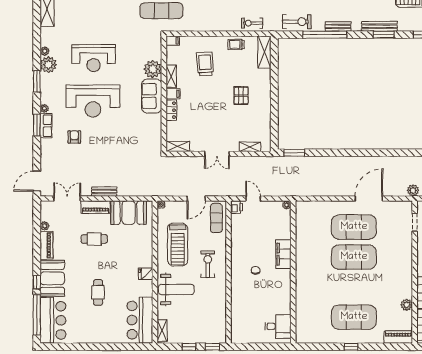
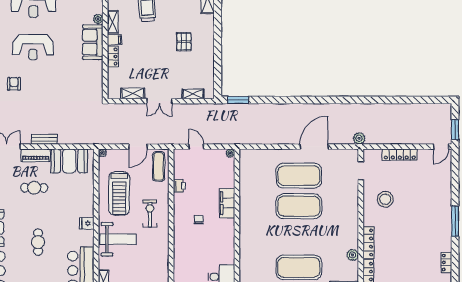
plant: (153, 69) -> (98, 19), width x0.53, depth x0.53
reception desk: (93, 101) -> (33, 47), width x0.74, depth x0.77
shelving: (178, 146) -> (133, 93), moved
printer: (237, 207) -> (179, 186), moved

